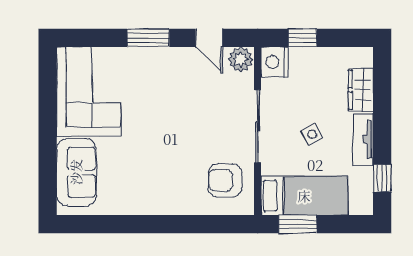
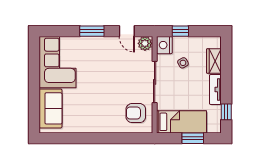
side table: (312, 134) -> (183, 63), moved
window: (298, 224) -> (193, 138), moved

